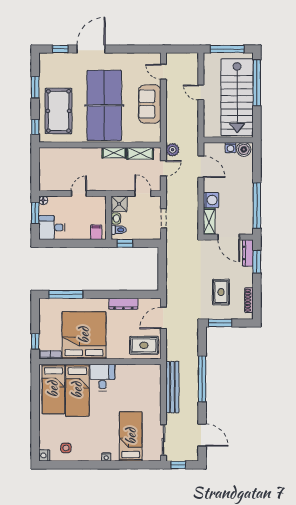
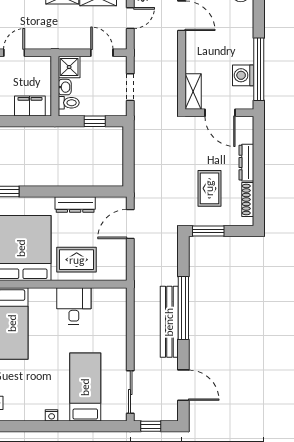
washing machine: (211, 200) -> (243, 75), moved, turned 180
filing cabinet: (96, 232) -> (30, 106), width x2.00
window: (125, 243) -> (95, 121), moved
dresser: (248, 253) -> (246, 163), moved
window: (257, 262) -> (259, 147), removed
rug: (144, 345) -> (77, 260), moved
desk: (102, 377) -> (74, 306), moved
bench: (172, 387) -> (169, 322), moved

